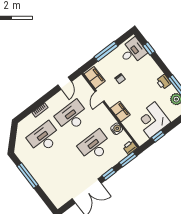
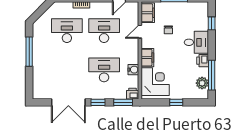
desk: (133, 51) -> (196, 42), moved
corner desk: (152, 120) -> (155, 82), moved, turned 90
window: (158, 136) -> (176, 102), moved

